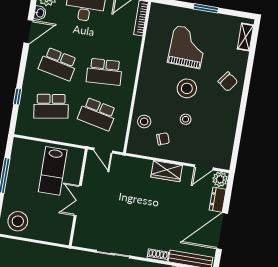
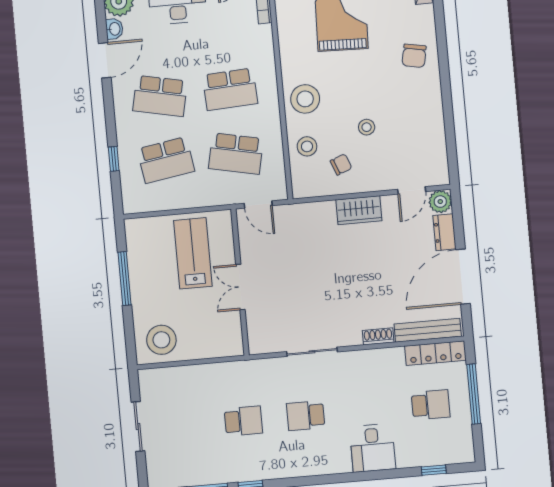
chair: (228, 82) -> (414, 56), turned 65
stool: (187, 88) -> (305, 99), moved
lab bench: (53, 171) -> (193, 253), turned 180

